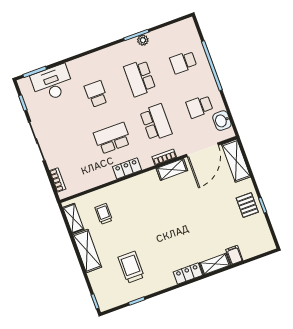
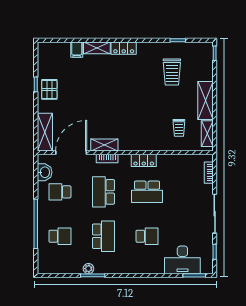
school desk: (96, 94) -> (147, 236), turned -90
school desk: (199, 107) -> (60, 192), turned 180

